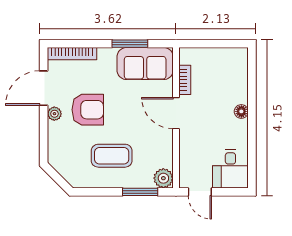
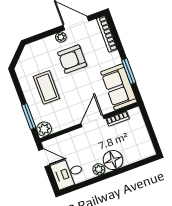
armchair: (88, 110) -> (72, 59), turned 90
floor lamp: (241, 111) -> (113, 160), width x1.89, depth x1.89
plant: (240, 128) -> (99, 169), added
door: (200, 192) -> (44, 158), swing flipped

